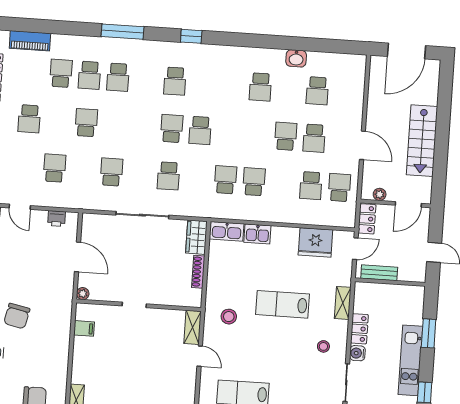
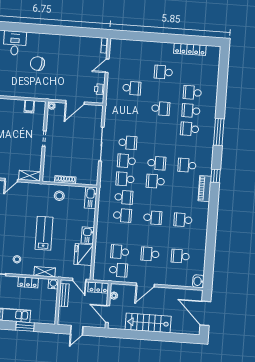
piano: (30, 41) -> (205, 189), moved
washbasin: (296, 58) -> (198, 281), moved
school desk: (61, 73) -> (192, 93), turned 180
school desk: (286, 136) -> (153, 218), moved
school desk: (111, 172) -> (128, 143), moved
school desk: (197, 178) -> (125, 179), added
kitchen sink: (257, 234) -> (88, 235), moved
wardrobe: (196, 237) -> (87, 179), removed
stool: (229, 317) -> (59, 196), moved
water cooler: (357, 353) -> (53, 284), moved

